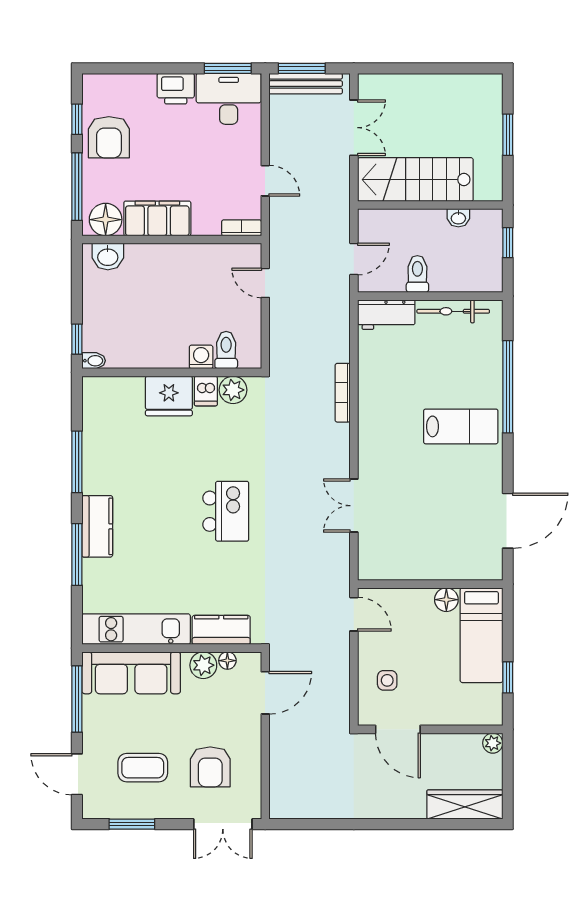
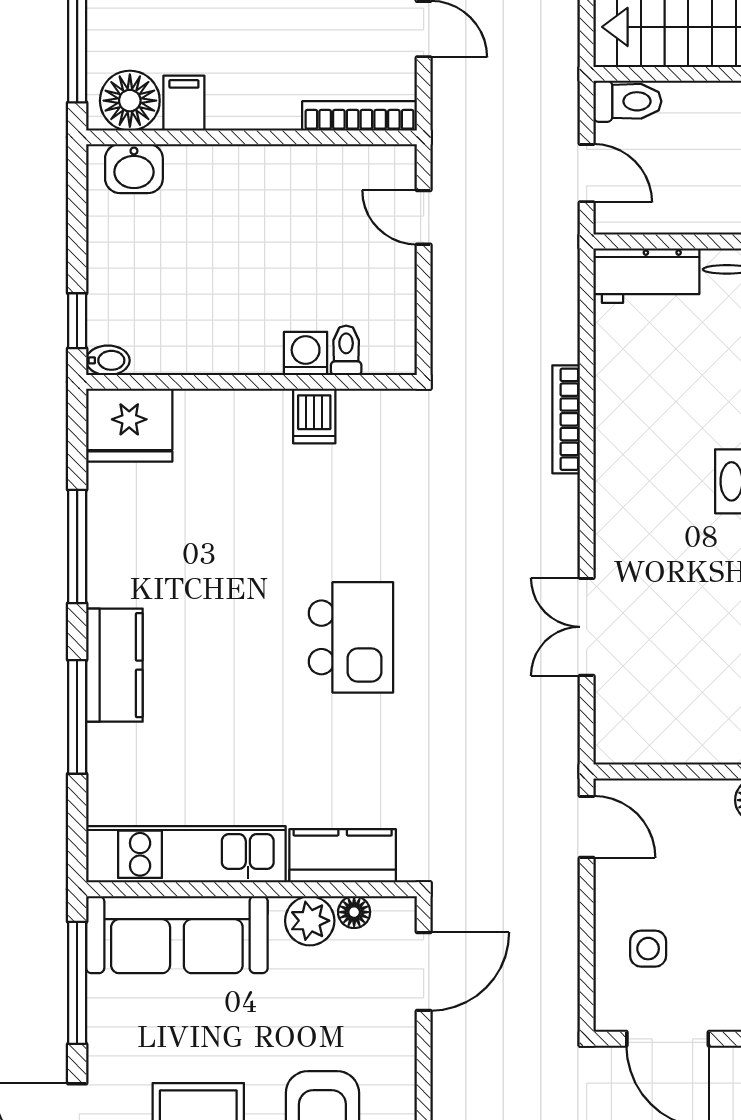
filing cabinet: (157, 218) -> (184, 103), width x0.33, depth x0.86
bookcase: (242, 228) -> (360, 116), width x1.56
door: (354, 259) -> (587, 173), hinge flipped
toilet: (417, 274) -> (627, 101), moved, turned 90
toilet: (226, 350) -> (346, 350), width x0.73, depth x0.72
plant: (233, 390) -> (364, 414), removed
fridge: (169, 396) -> (129, 425), moved

